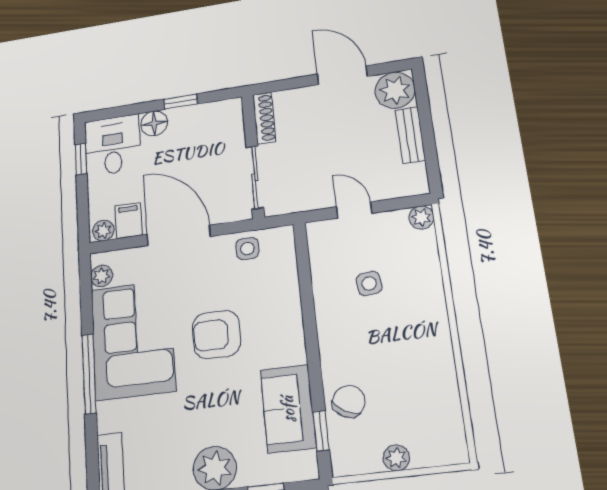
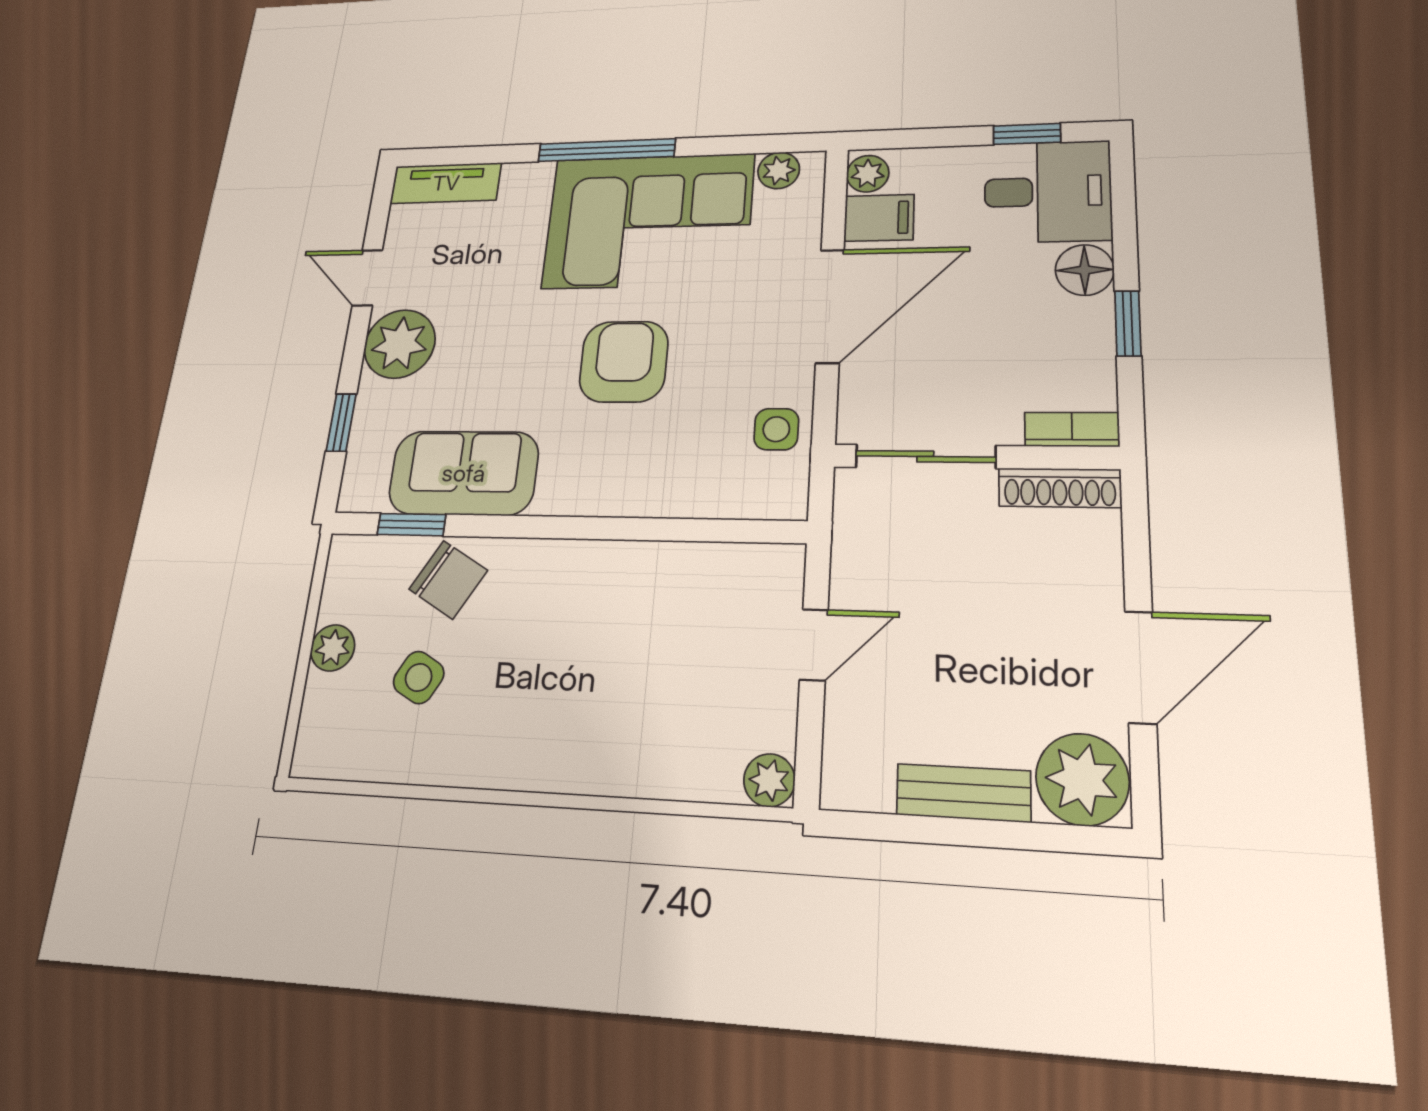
bookcase: (235, 117) -> (1072, 429), added
side table: (369, 284) -> (419, 677), moved, turned 36

